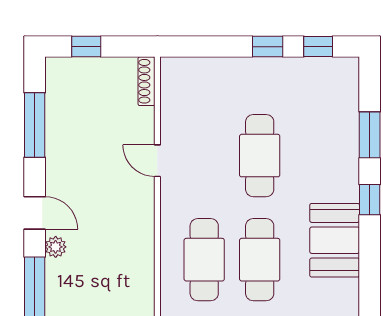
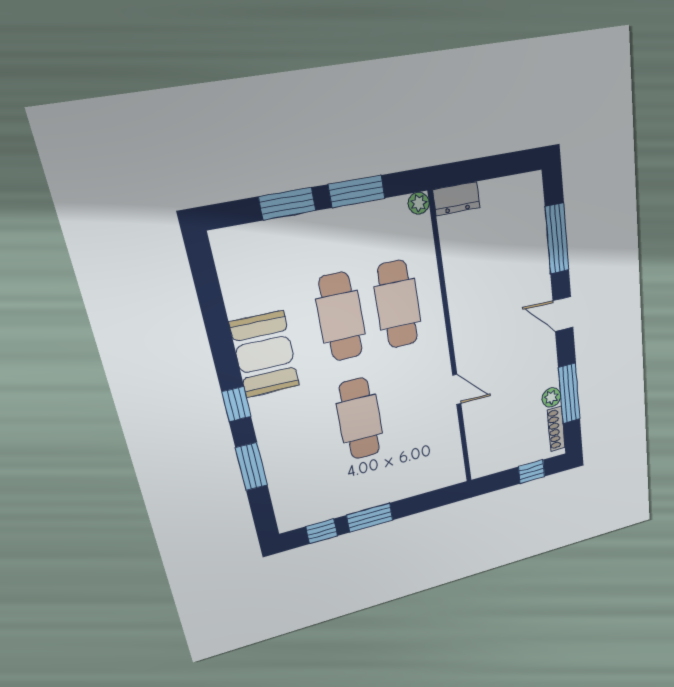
window: (268, 47) -> (370, 518), width x1.50
shoe rack: (146, 81) -> (556, 429), moved, turned 180
plant: (56, 247) -> (551, 397), moved

